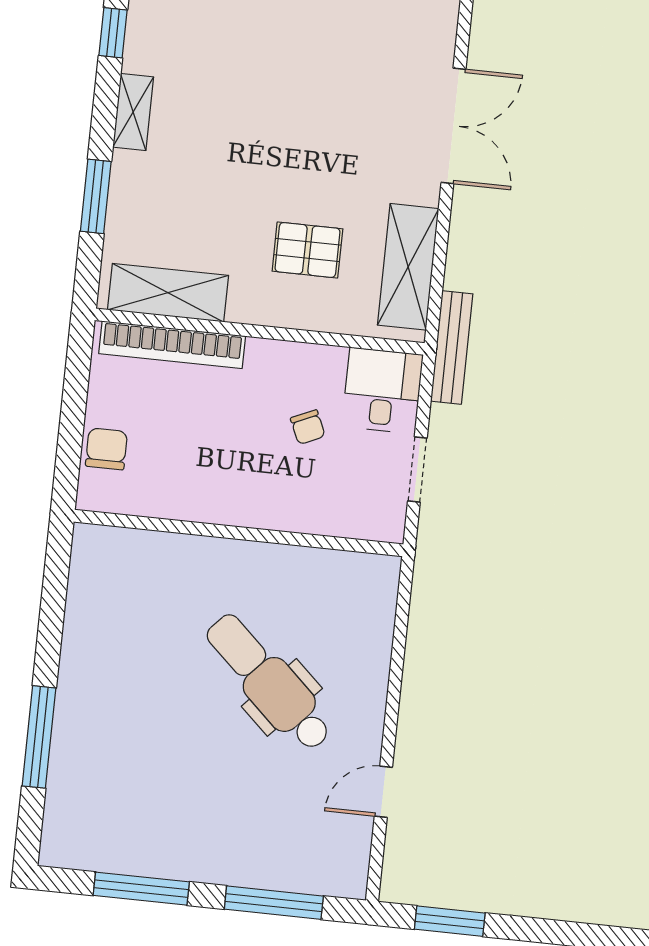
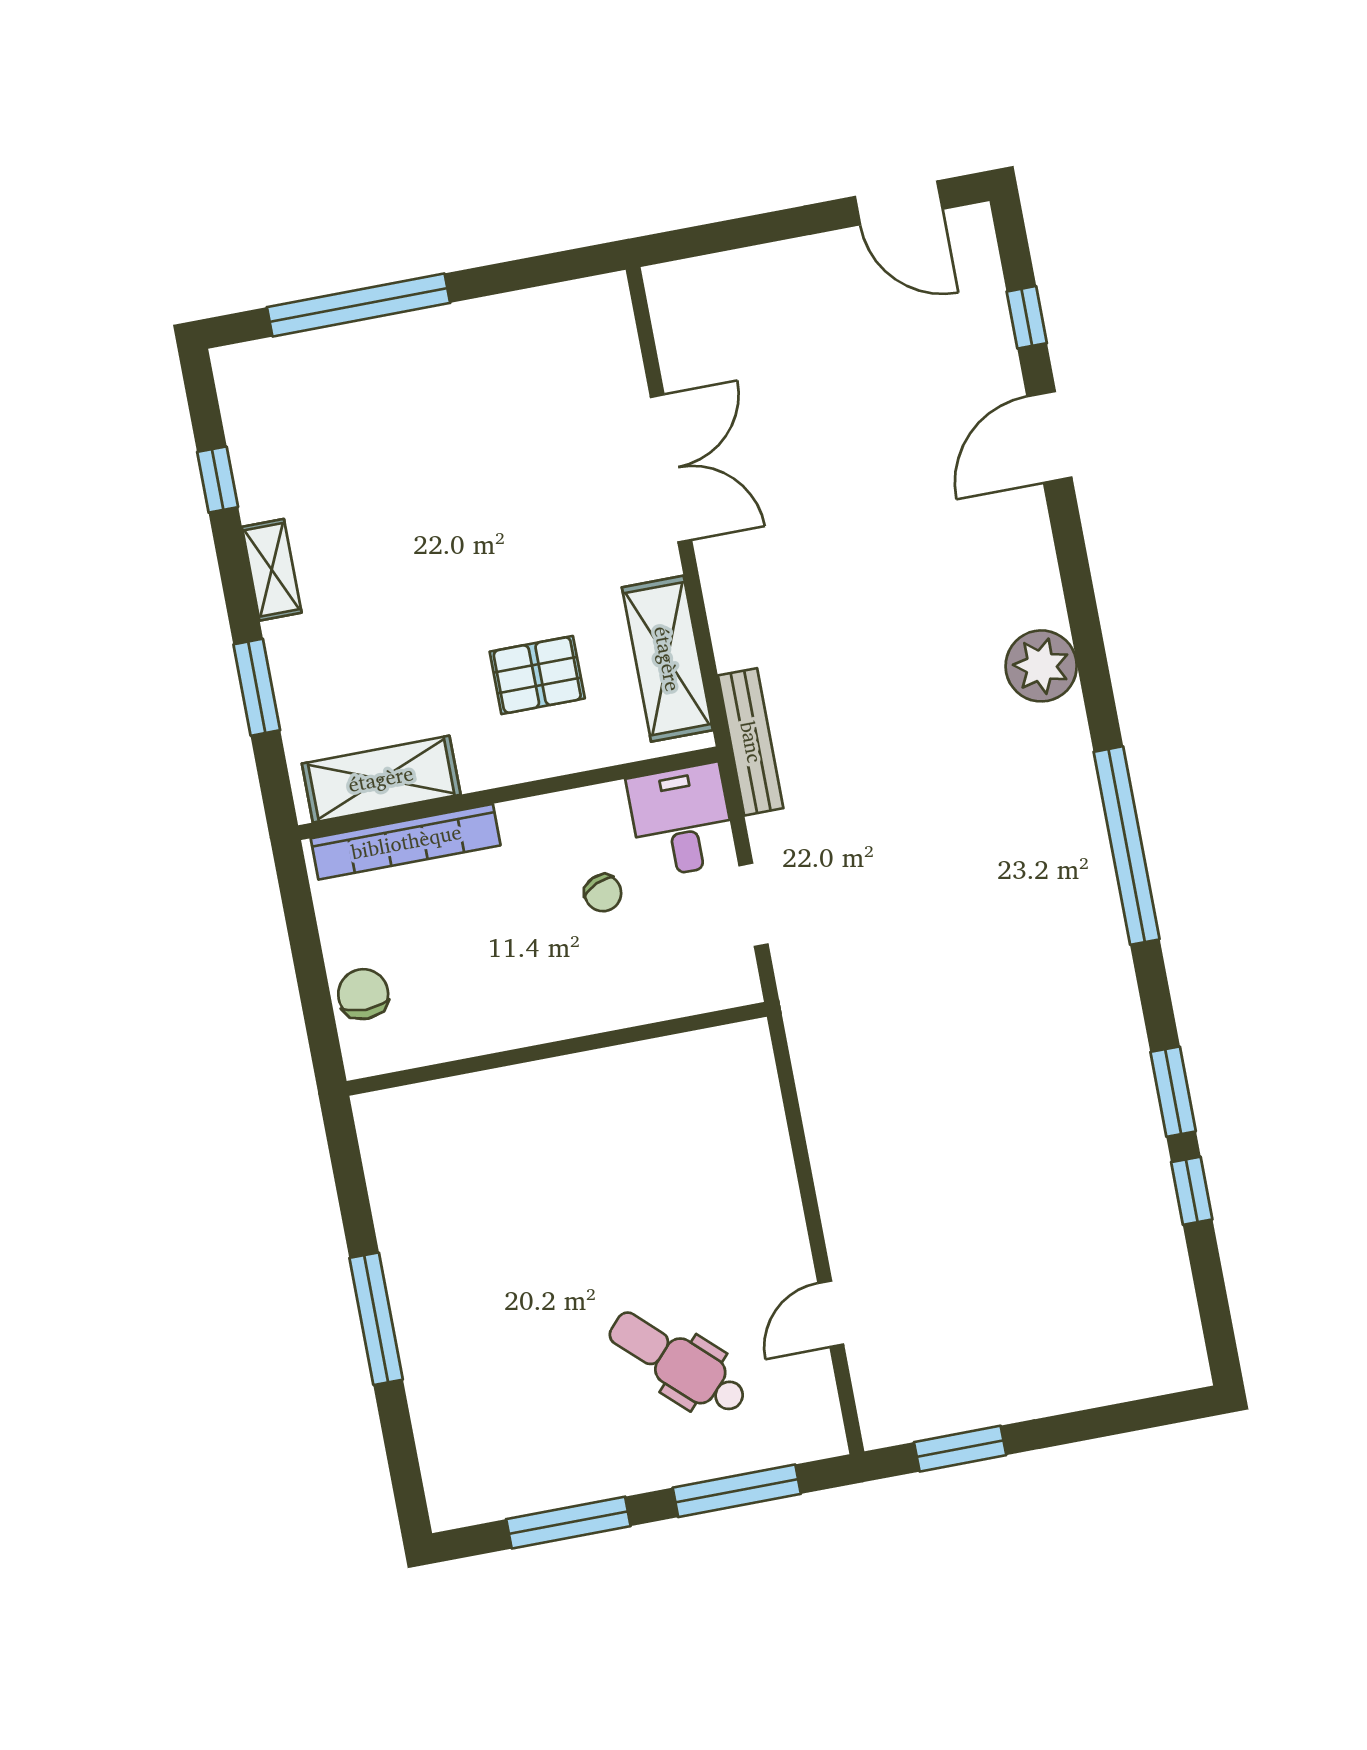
dental chair: (269, 682) -> (678, 1363), moved, width x0.73, depth x0.72
window: (39, 737) -> (376, 1319), moved

